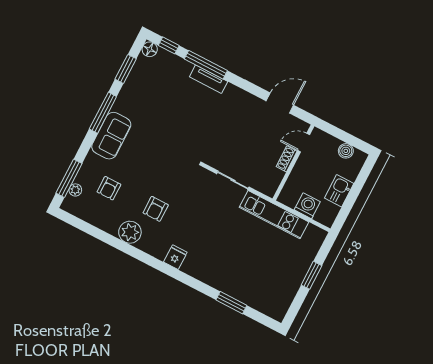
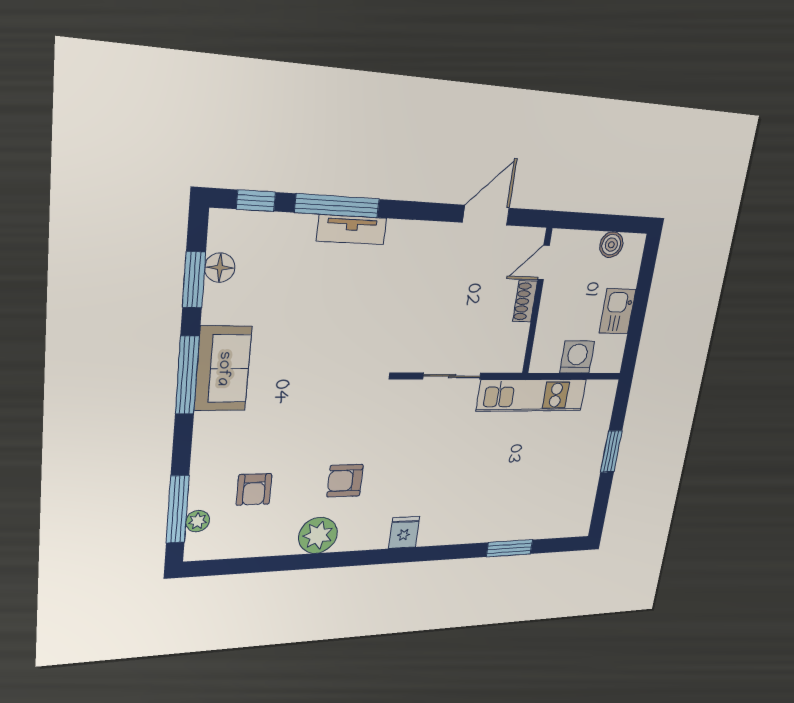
floor lamp: (150, 49) -> (220, 268), moved
sofa: (111, 136) -> (223, 369), moved
armchair: (156, 209) -> (345, 481), turned 90

